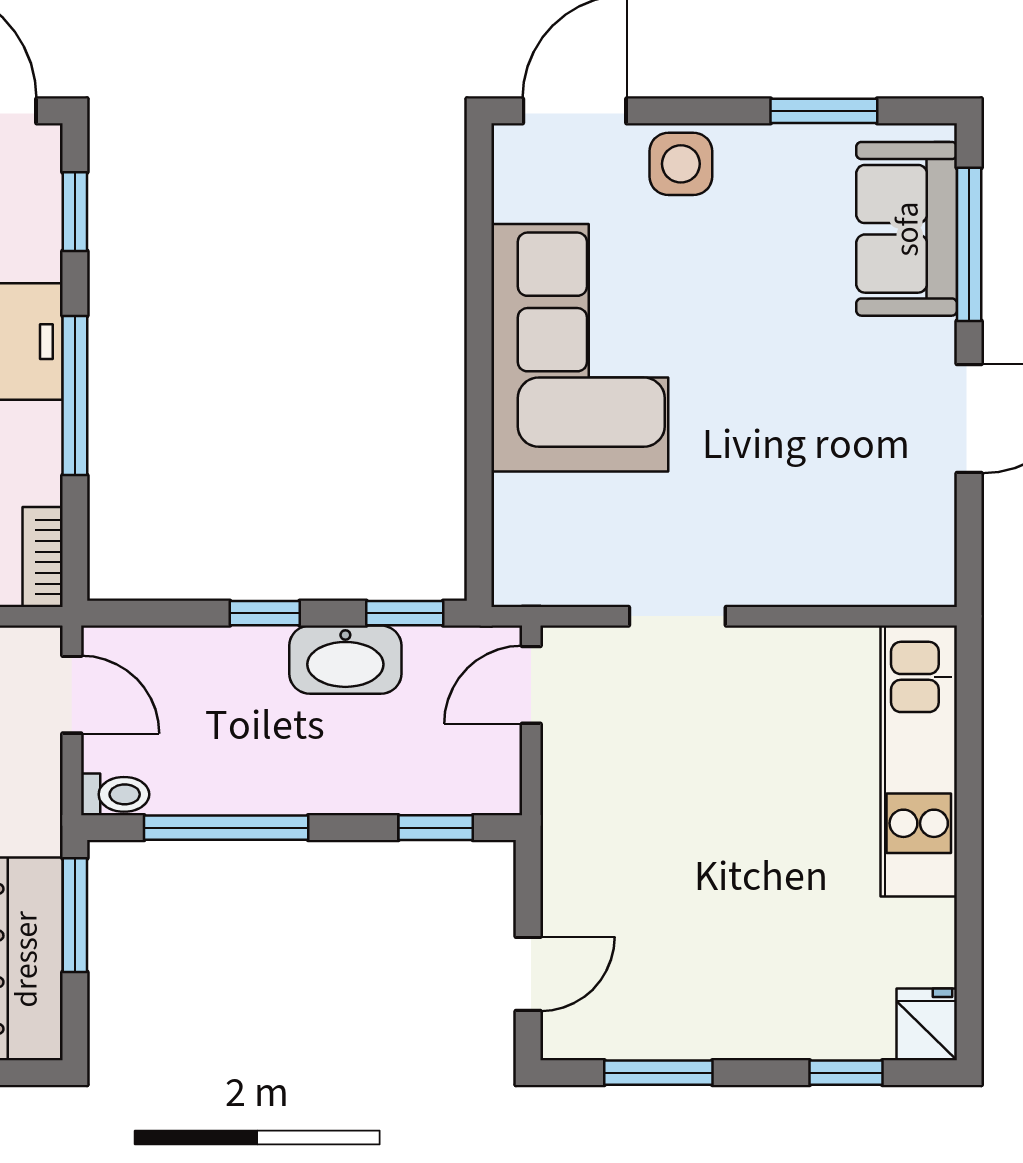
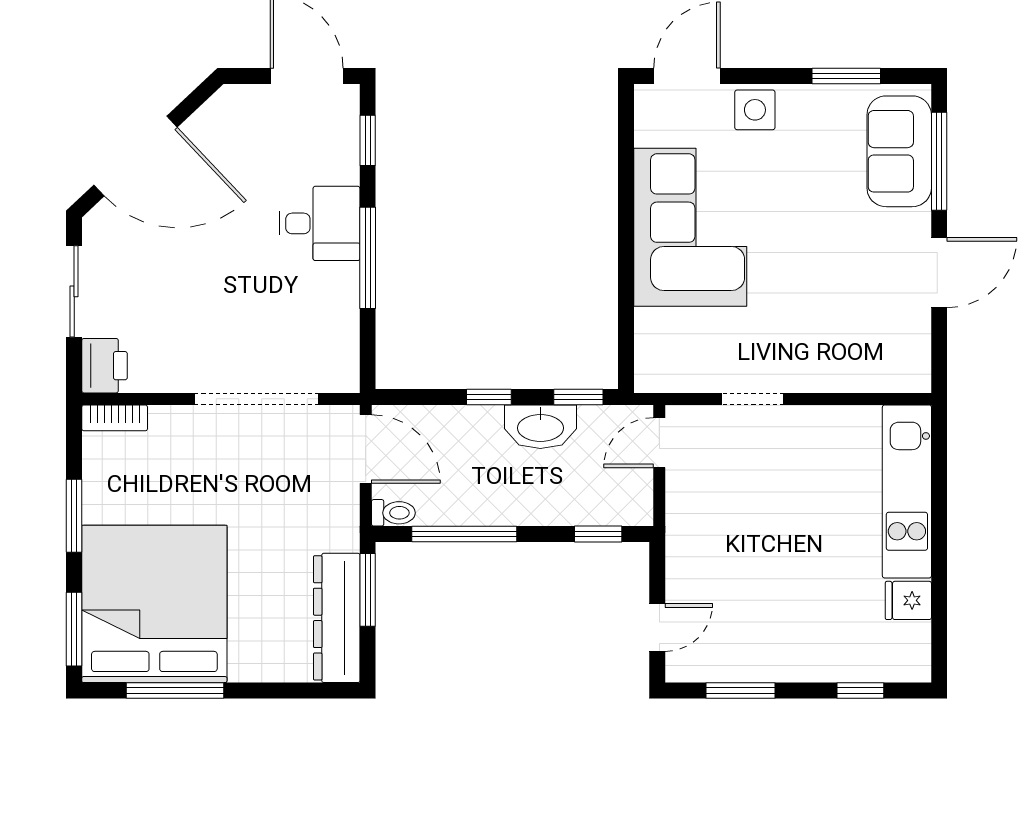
bookcase: (43, 557) -> (347, 361), removed
door: (72, 695) -> (366, 449), width x1.38
fridge: (927, 1024) -> (908, 600), moved, turned -90

